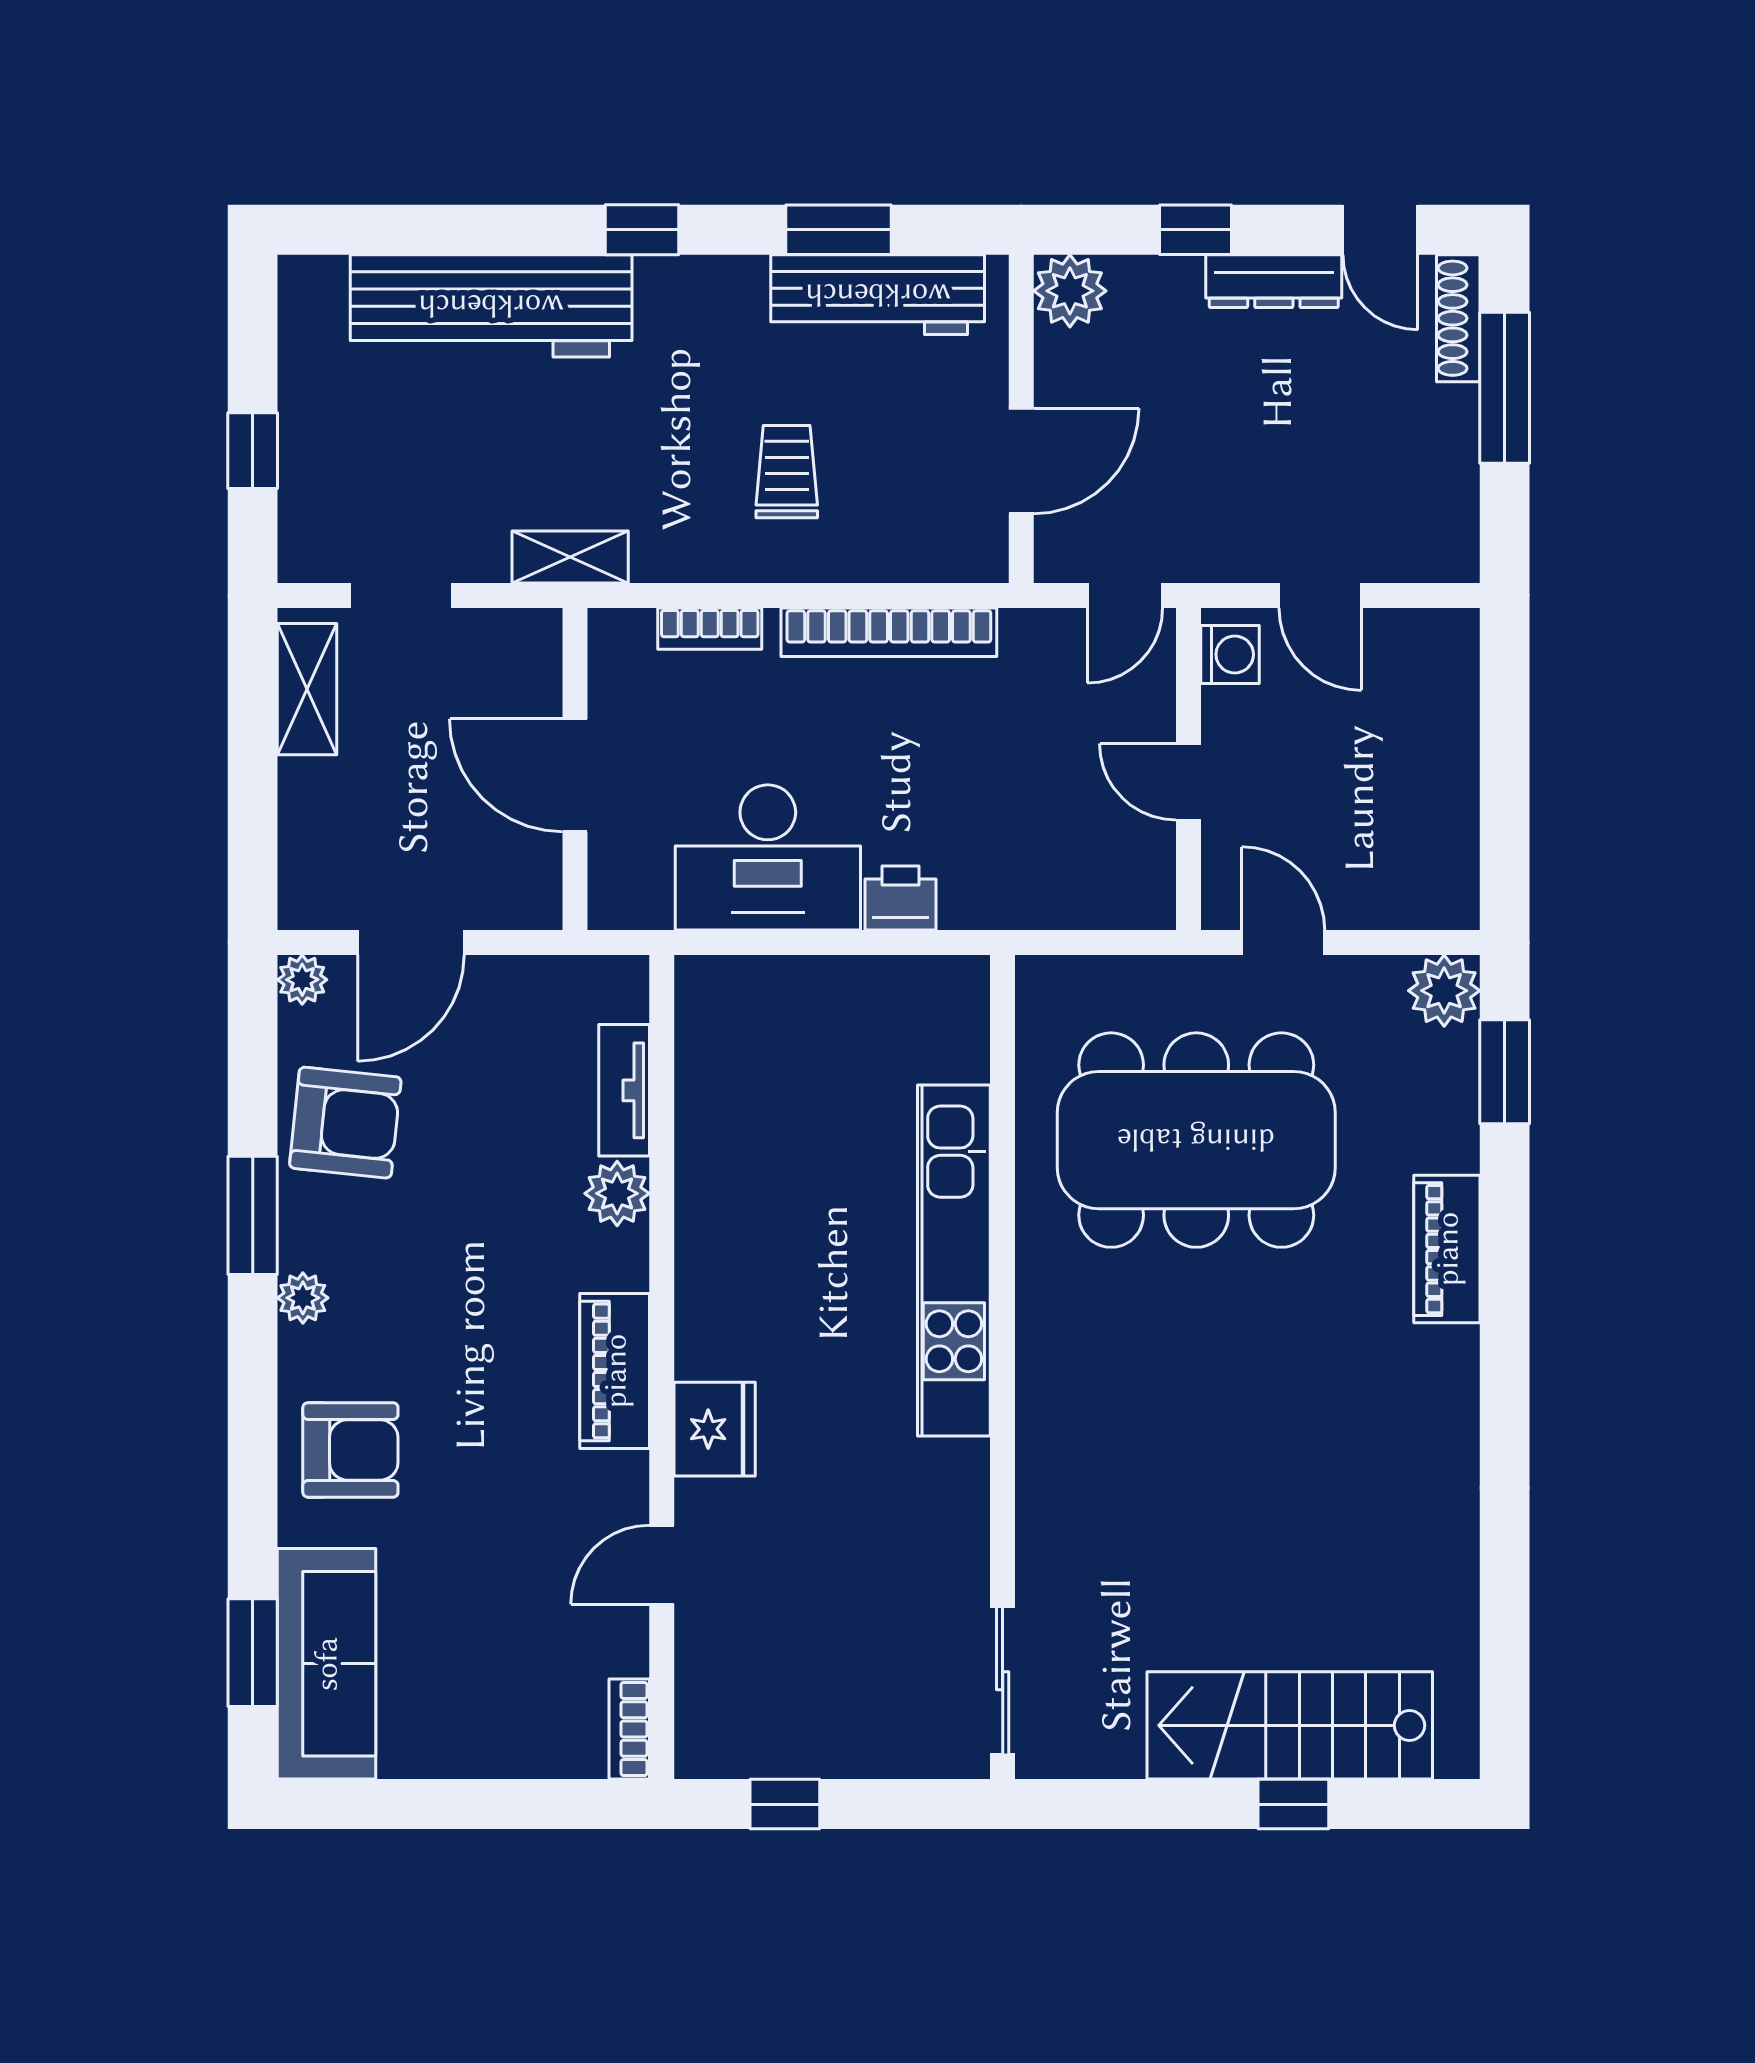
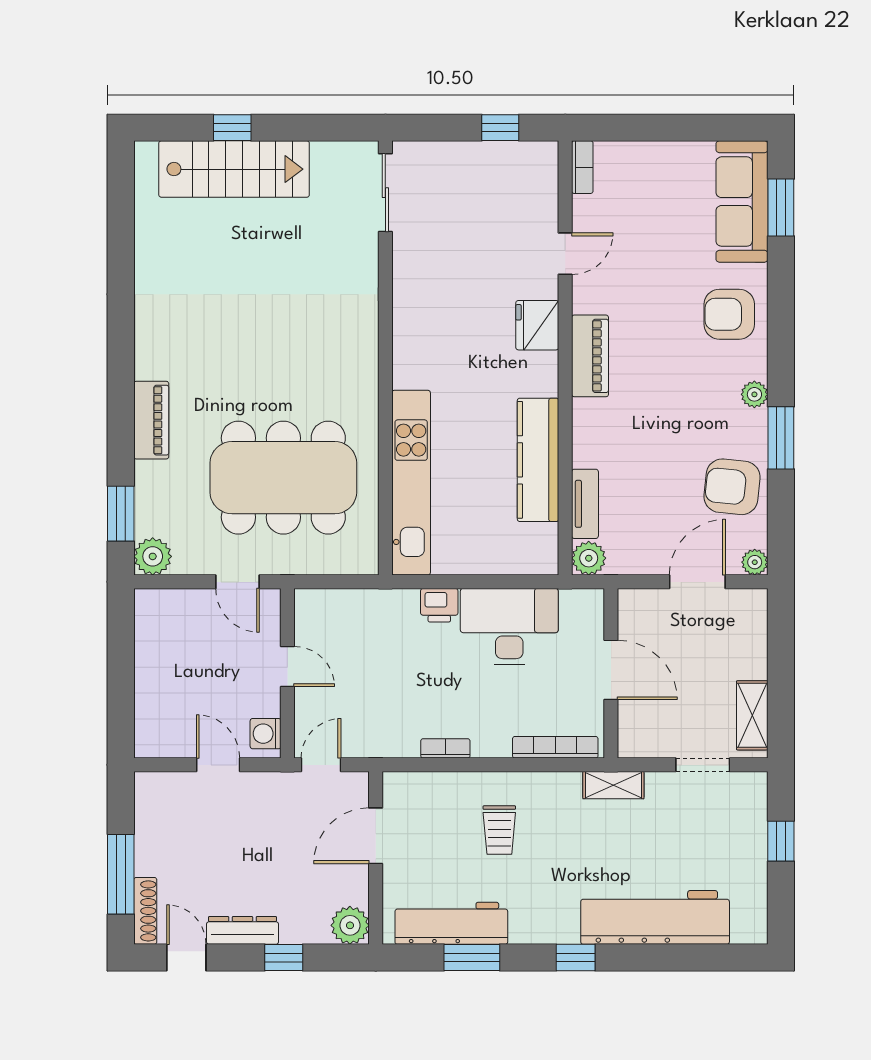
bookcase: (710, 629) -> (555, 747), width x1.56
bookcase: (889, 632) -> (445, 748), width x0.43, depth x0.76
kitchen counter: (713, 1174) -> (538, 460), added
plant: (617, 1193) -> (589, 558), moved
kitchen unit: (954, 1260) -> (411, 483), moved

